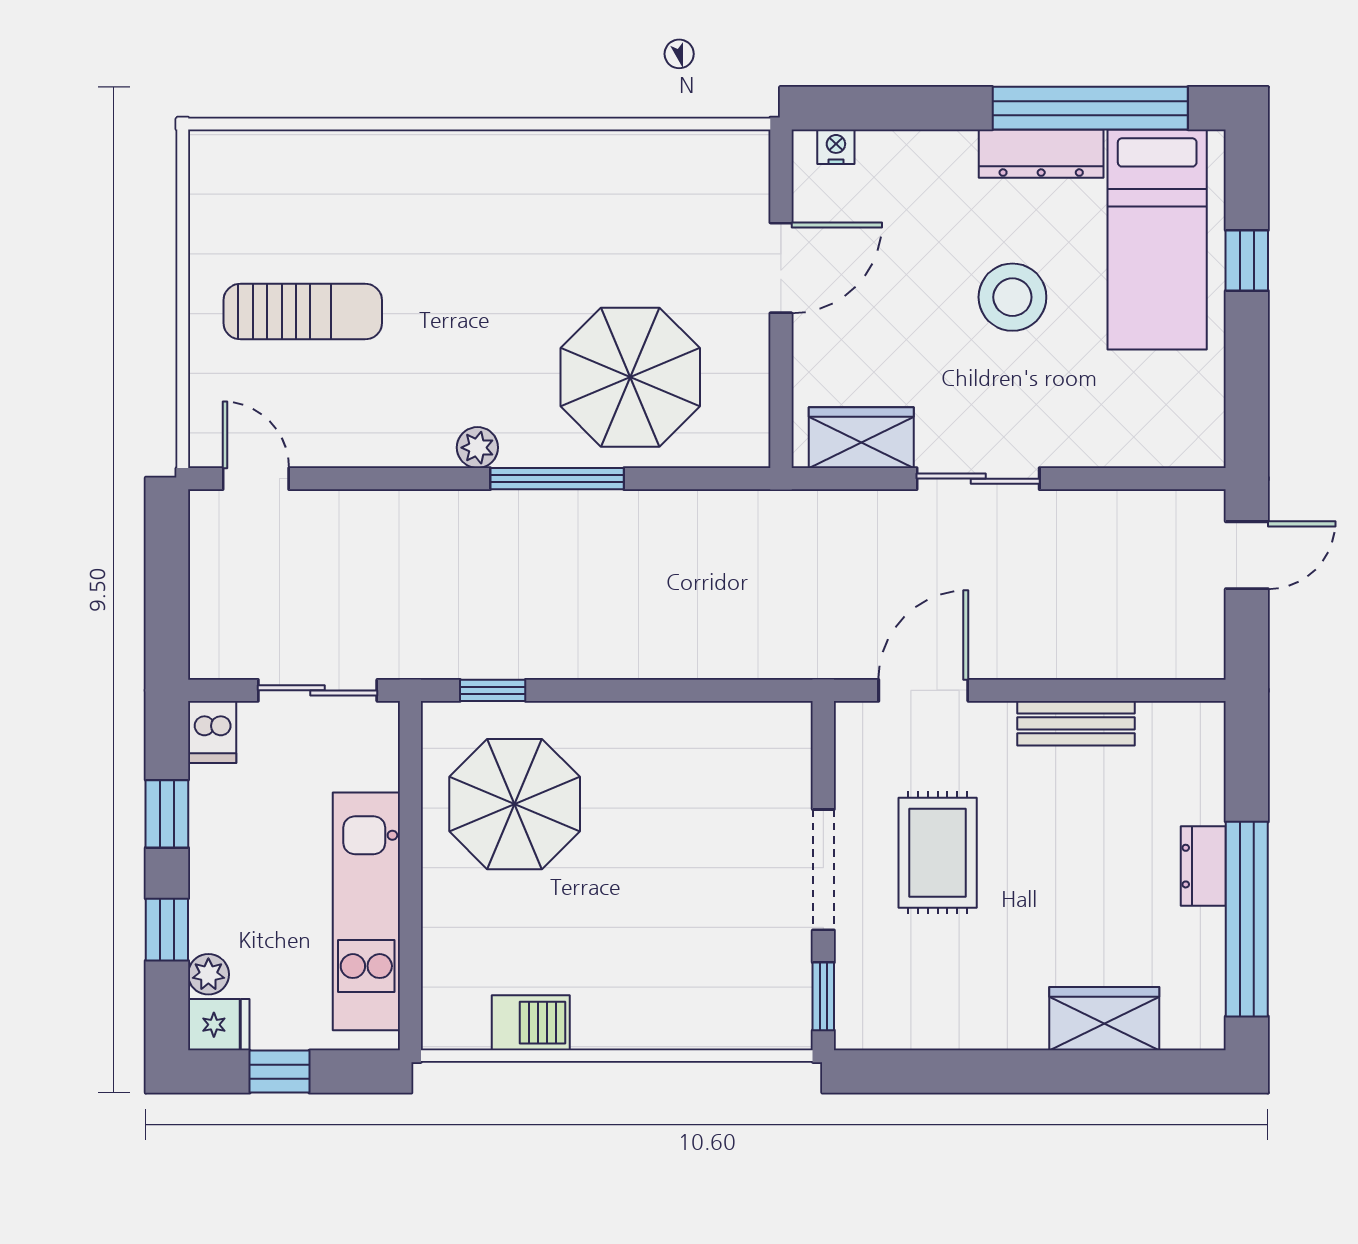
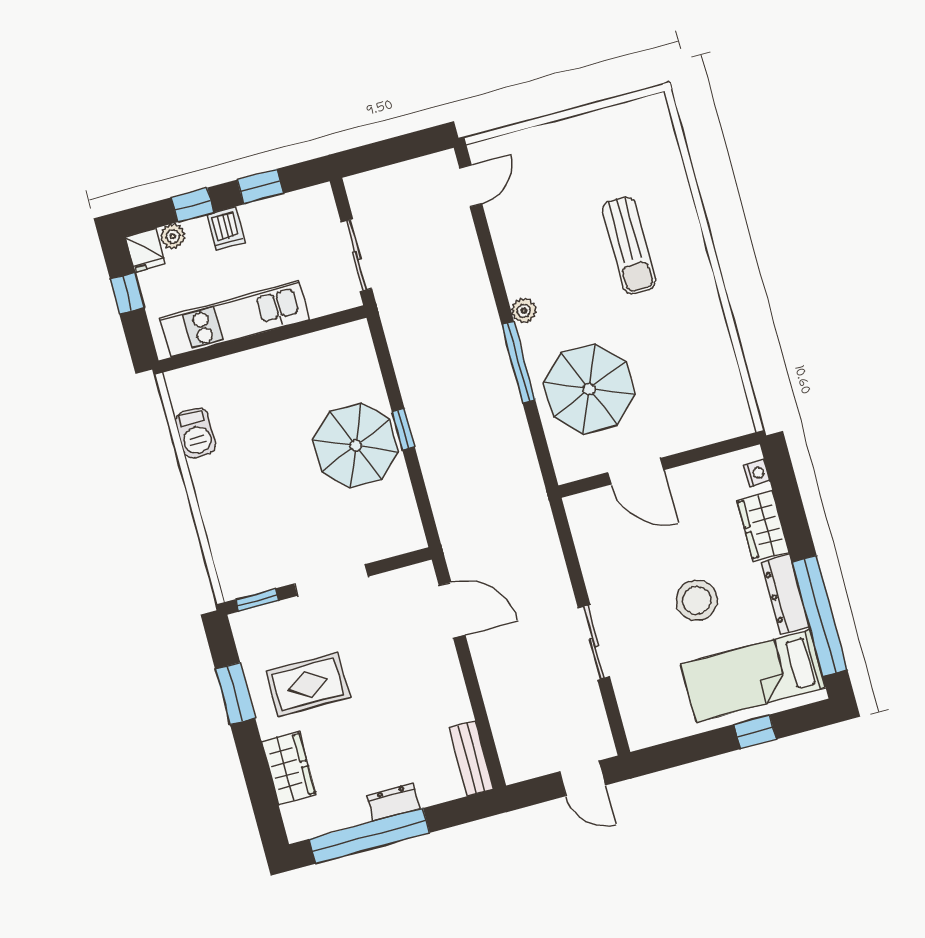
door: (781, 268) -> (636, 471), moved
sun lounger: (303, 312) -> (629, 246), moved
wardrobe: (861, 438) -> (763, 526), moved, turned 180
sliding door: (978, 479) -> (594, 642), moved
window: (493, 690) -> (403, 429), moved
bench: (1076, 723) -> (471, 758), moved
dishwasher: (212, 732) -> (226, 229), moved, turned -90
parasol: (515, 804) -> (356, 445), moved
rug: (938, 853) -> (308, 684), moved
window: (963, 1072) -> (235, 694), added

